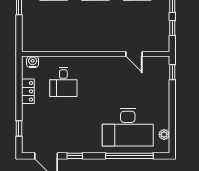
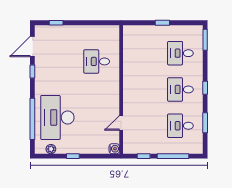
water cooler: (33, 62) -> (114, 149), moved
window: (172, 72) -> (73, 156), moved
locker: (28, 91) -> (89, 31), removed

